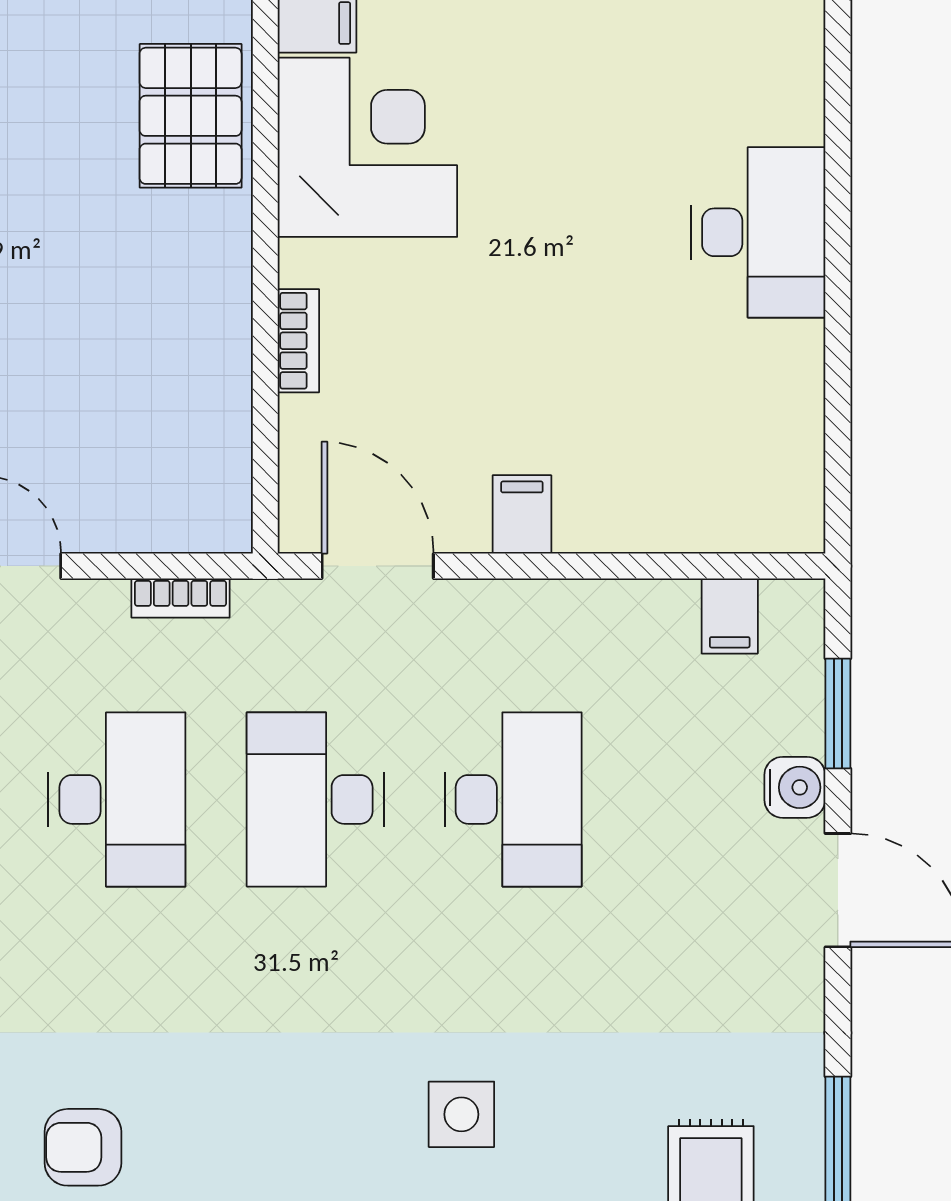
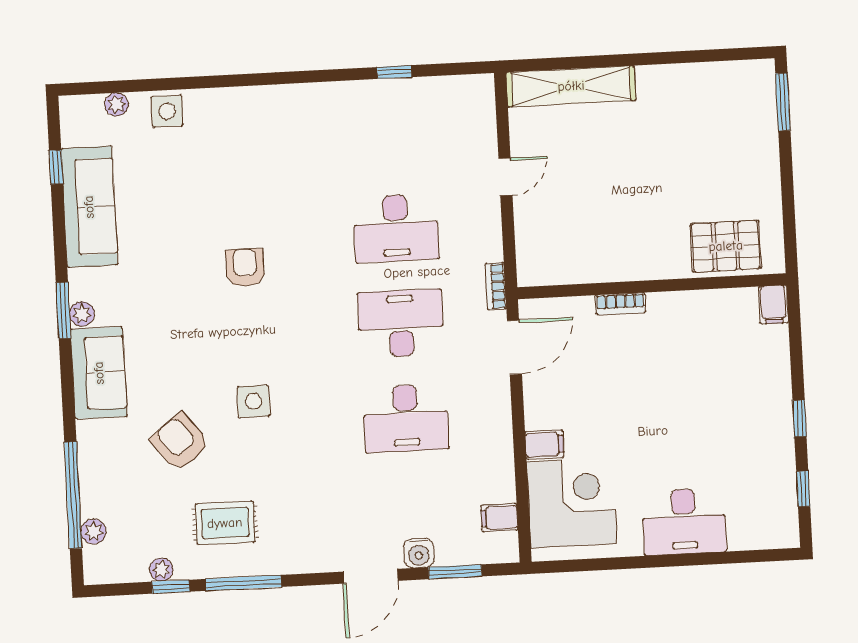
corner desk: (367, 147) -> (572, 503), moved, turned -90
filing cabinet: (522, 514) -> (544, 445), moved
bookcase: (181, 598) -> (496, 286), moved
armchair: (83, 1147) -> (245, 268), moved

